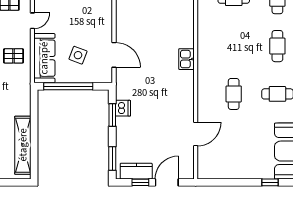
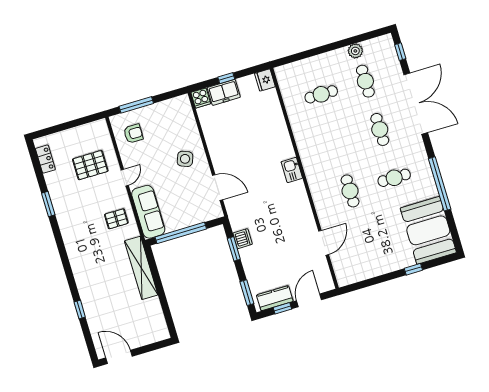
side table: (78, 55) -> (185, 159), moved
shelving: (23, 145) -> (141, 268), moved

